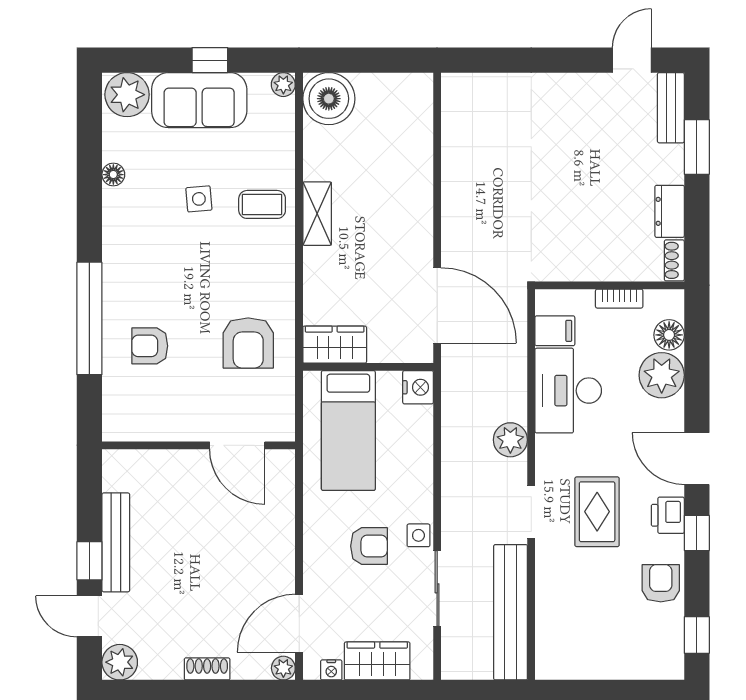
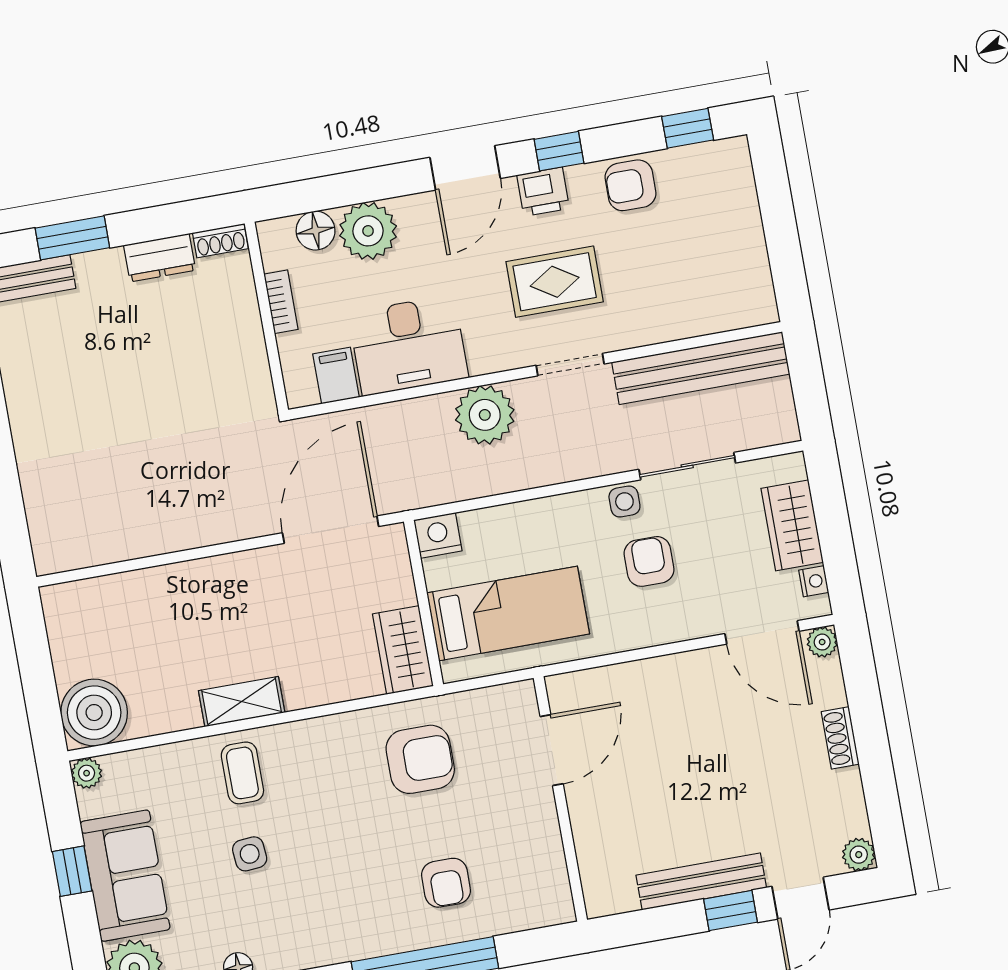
plant: (510, 440) -> (485, 415), width x1.36, depth x1.36
plant: (120, 662) -> (859, 855), width x0.73, depth x0.73

